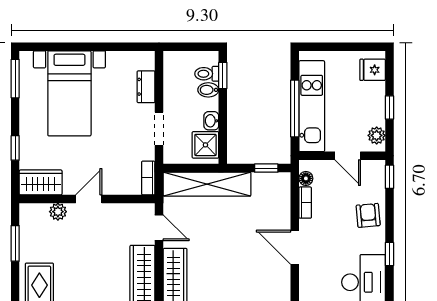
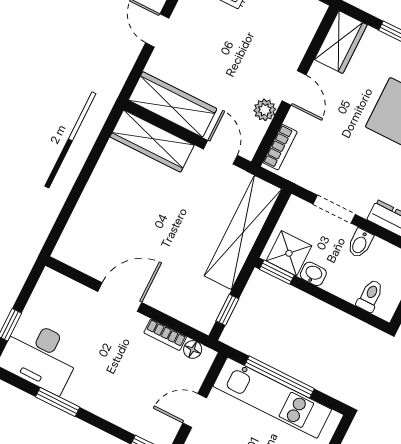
window: (223, 75) -> (277, 272), moved
bidet: (208, 90) -> (360, 243), moved, turned 180
bookcase: (148, 178) -> (280, 147), moved, turned 90
plant: (58, 212) -> (265, 110), moved
armchair: (368, 215) -> (114, 400), removed
door: (159, 228) -> (220, 152), swing flipped
window: (389, 254) -> (58, 402), width x1.50

